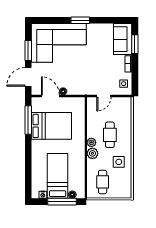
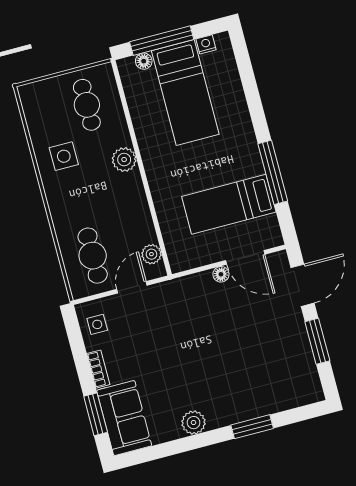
window: (80, 20) -> (252, 427), moved
plant: (93, 29) -> (194, 423), added
corner sofa: (59, 43) -> (257, 374), removed
window: (28, 120) -> (273, 172), moved
bed: (51, 126) -> (229, 204), width x0.67
cafe table: (110, 135) -> (93, 256), moved
plant: (91, 142) -> (151, 254), moved

